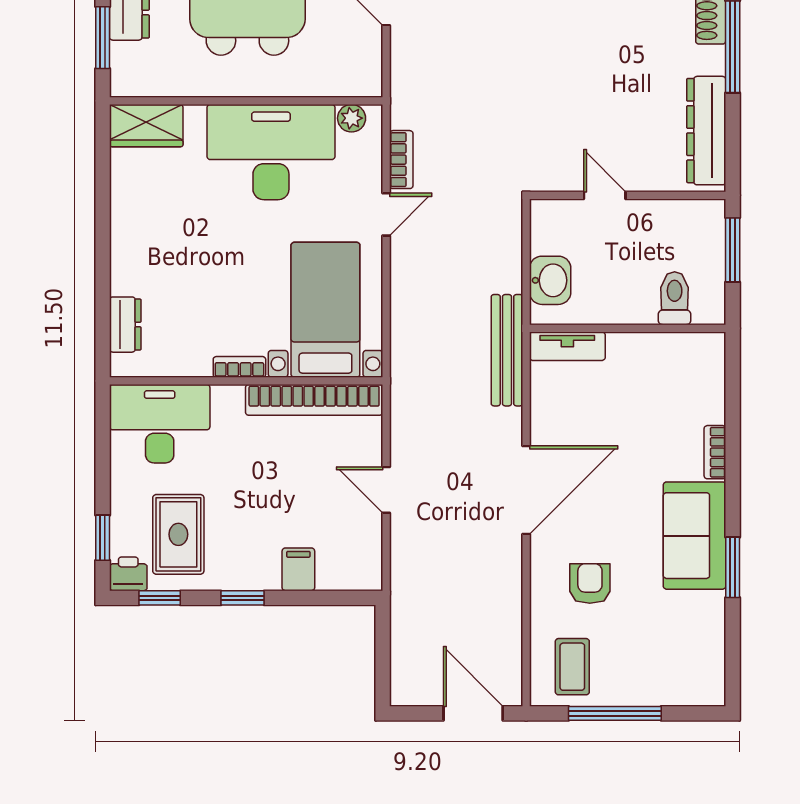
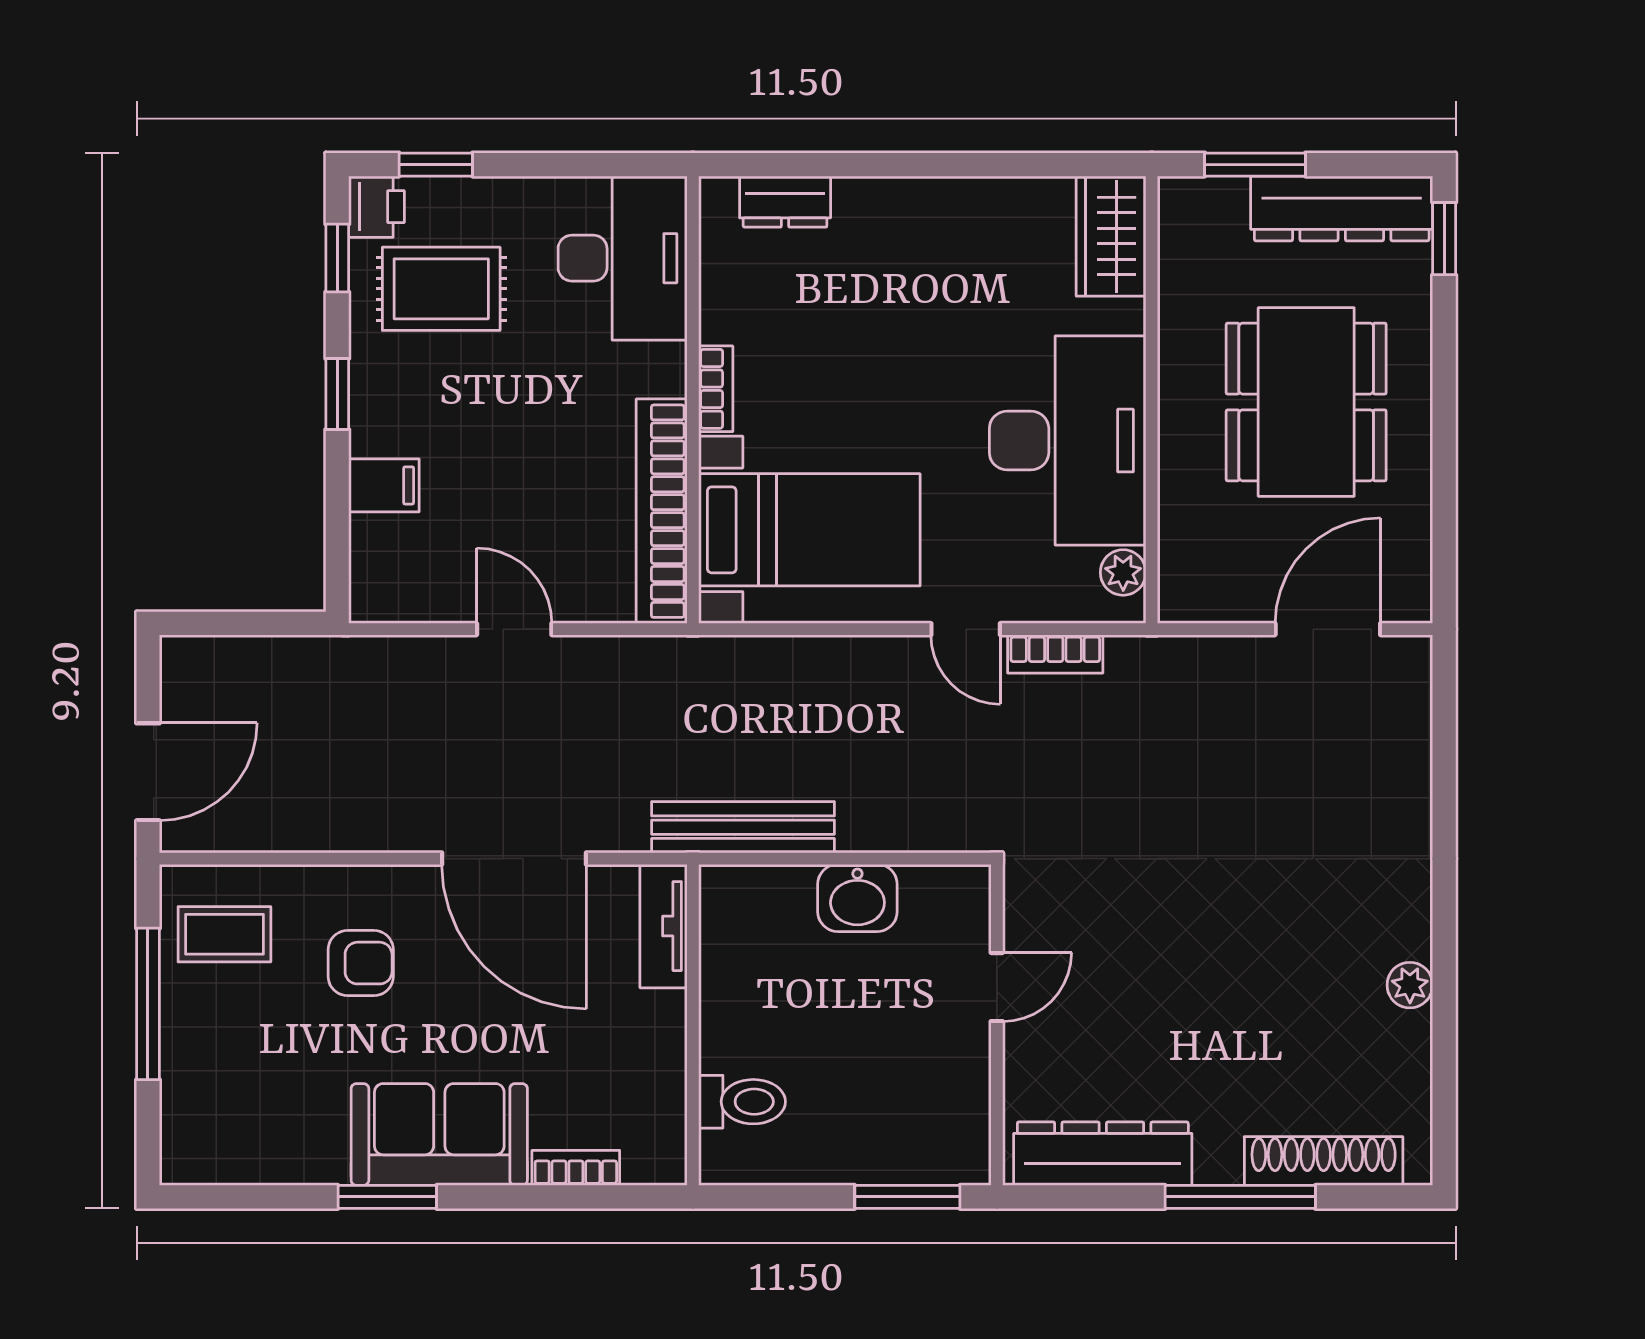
toilet: (675, 298) -> (742, 1102), moved
wall: (628, 328) -> (693, 1025), moved
tv unit: (567, 346) -> (663, 926), moved
door: (386, 490) -> (514, 629), hinge flipped

